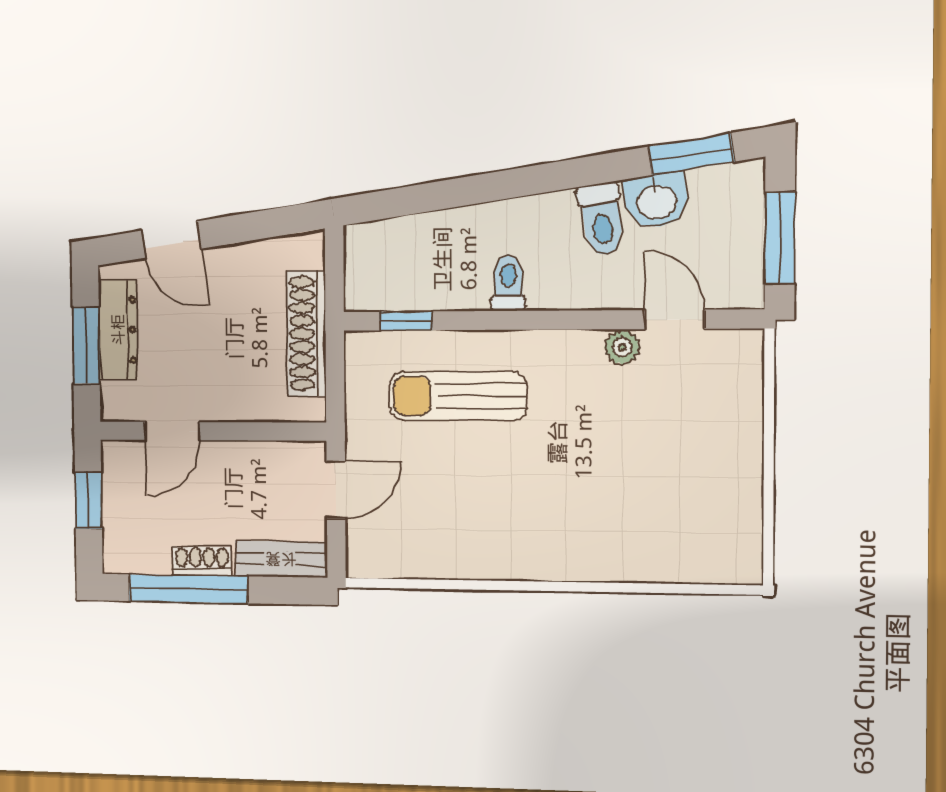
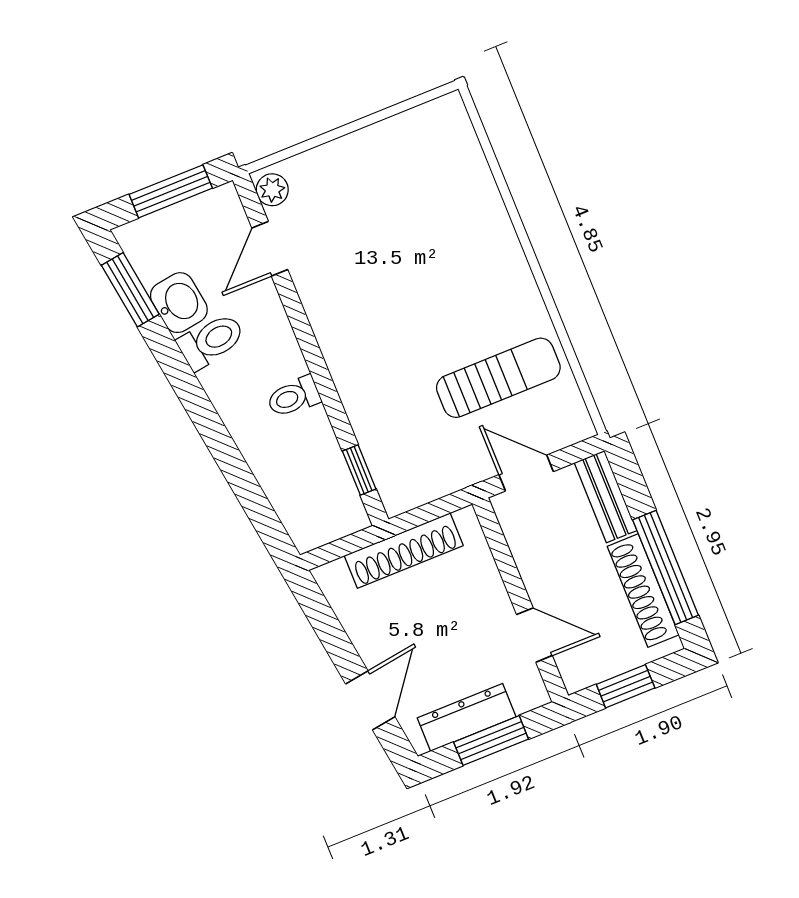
plant: (622, 347) -> (272, 190), moved
sun lounger: (458, 396) -> (498, 378), moved, turned -90
shoe rack: (202, 561) -> (643, 591), width x1.94, depth x1.24

